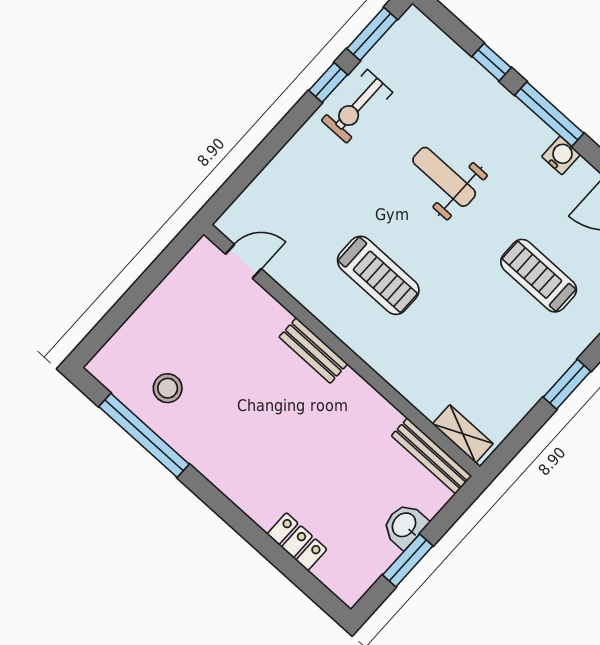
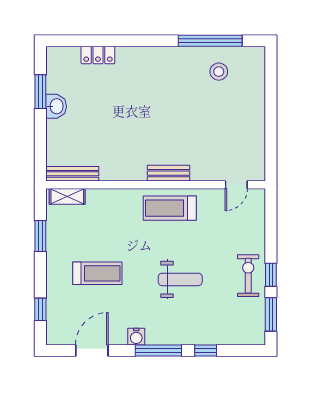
door: (243, 261) -> (236, 185), moved
bench: (313, 350) -> (168, 173), moved
wall: (342, 350) -> (156, 185), moved
shelving: (463, 434) -> (67, 196), moved
bench: (432, 456) -> (72, 174), moved

